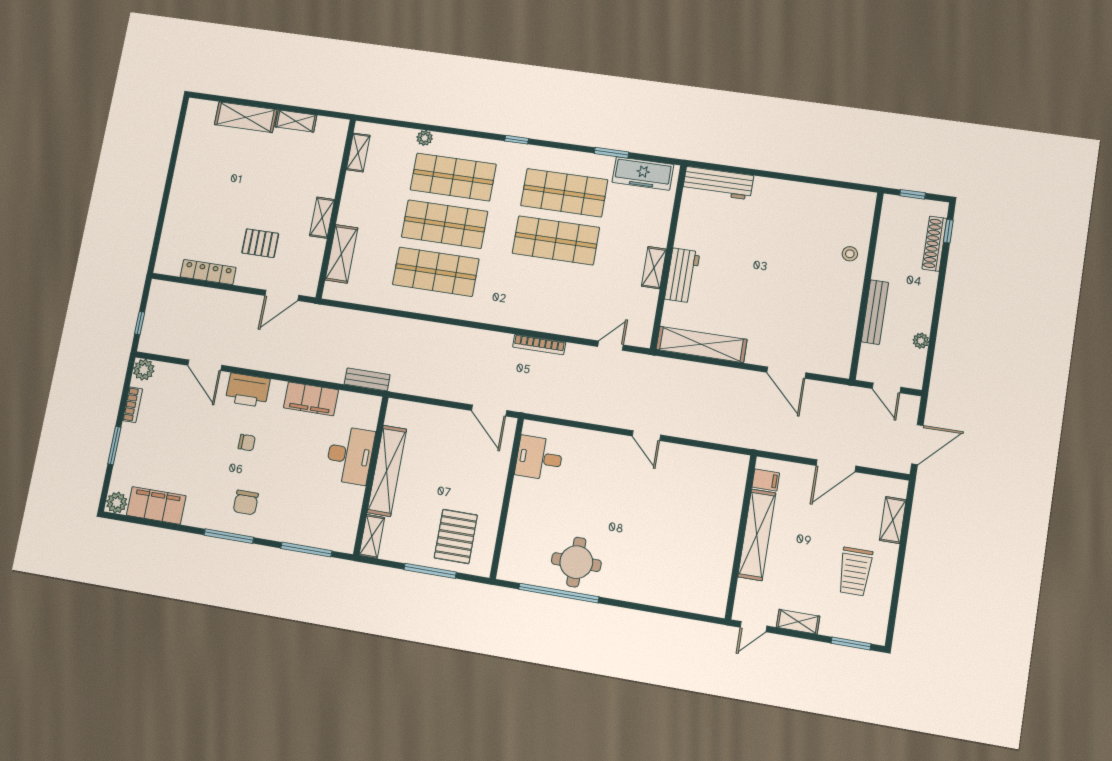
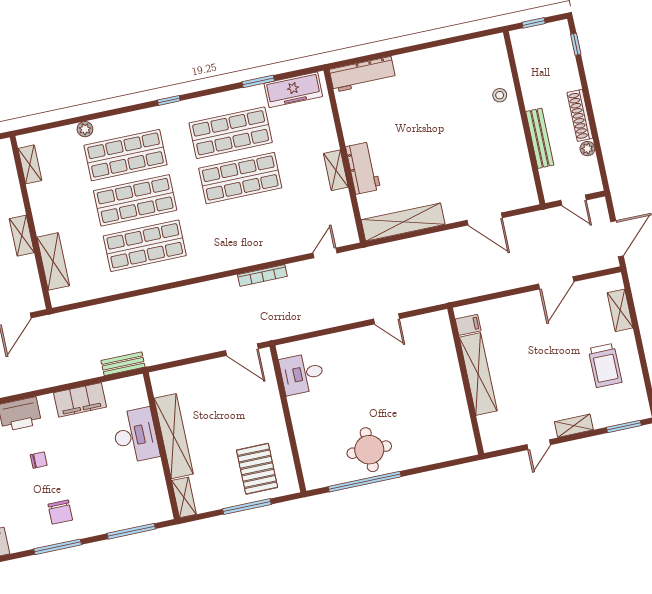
shoe rack: (934, 244) -> (580, 115), moved
filing cabinet: (766, 480) -> (468, 325), moved
shelving: (757, 535) -> (478, 374), moved
wall: (741, 537) -> (466, 381), moved

